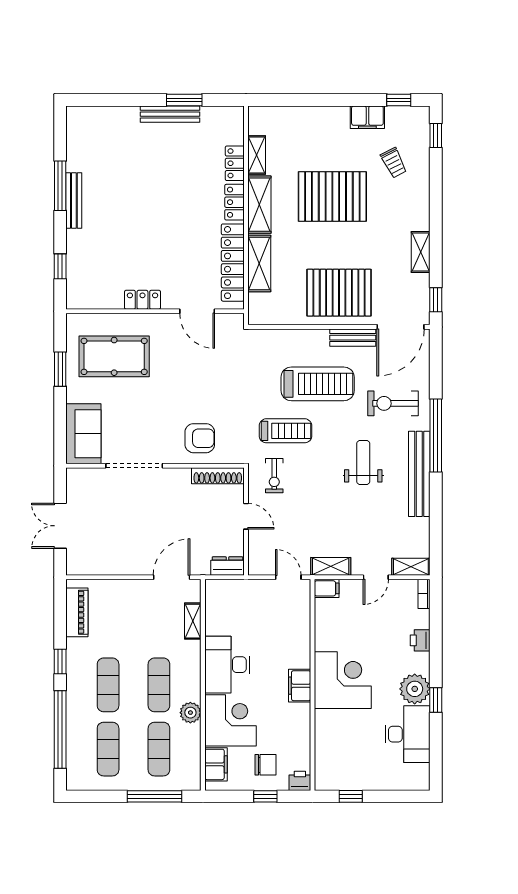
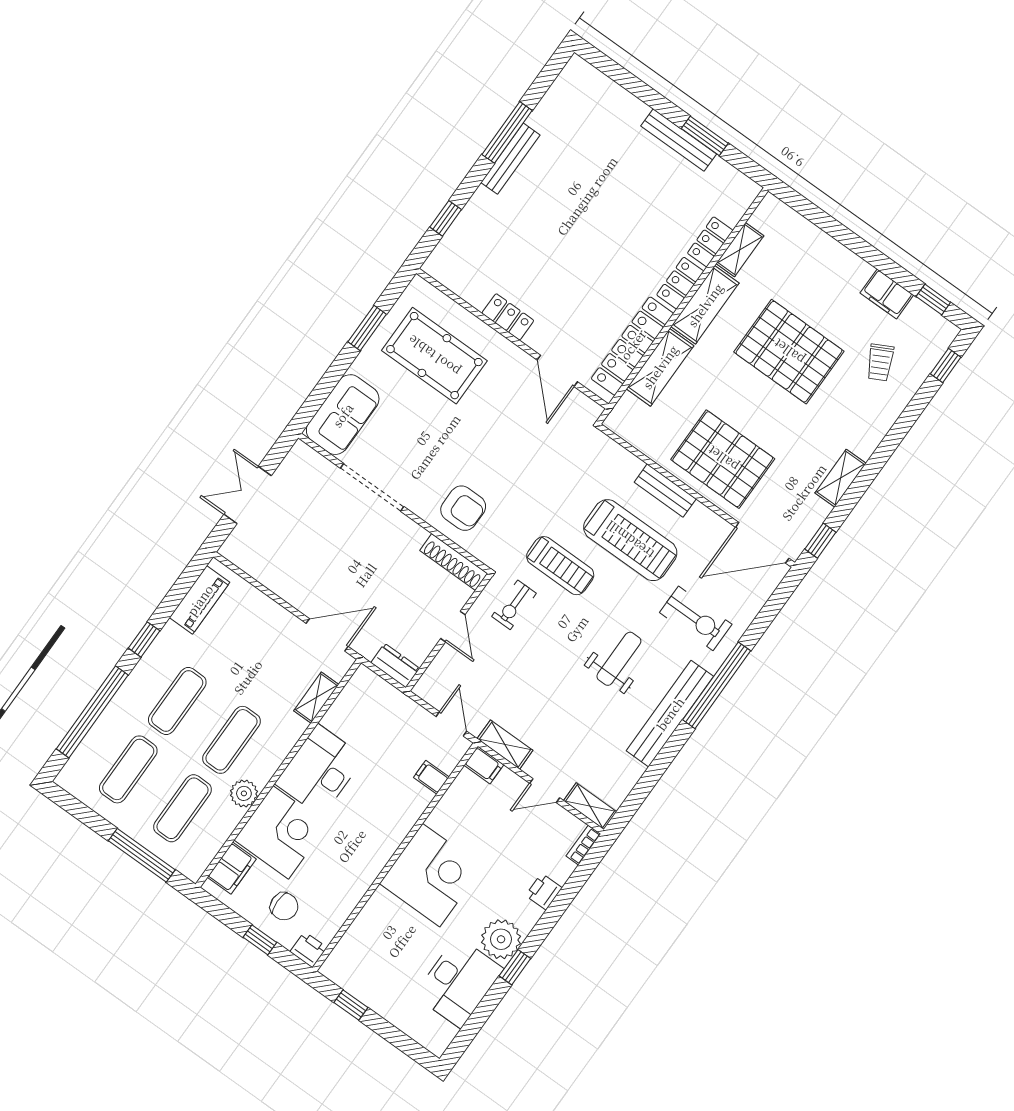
bench: (353, 338) -> (665, 491), moved
exercise bike: (393, 403) -> (696, 618), turned 180
filing cabinet: (300, 686) -> (431, 777), moved, width x0.50

